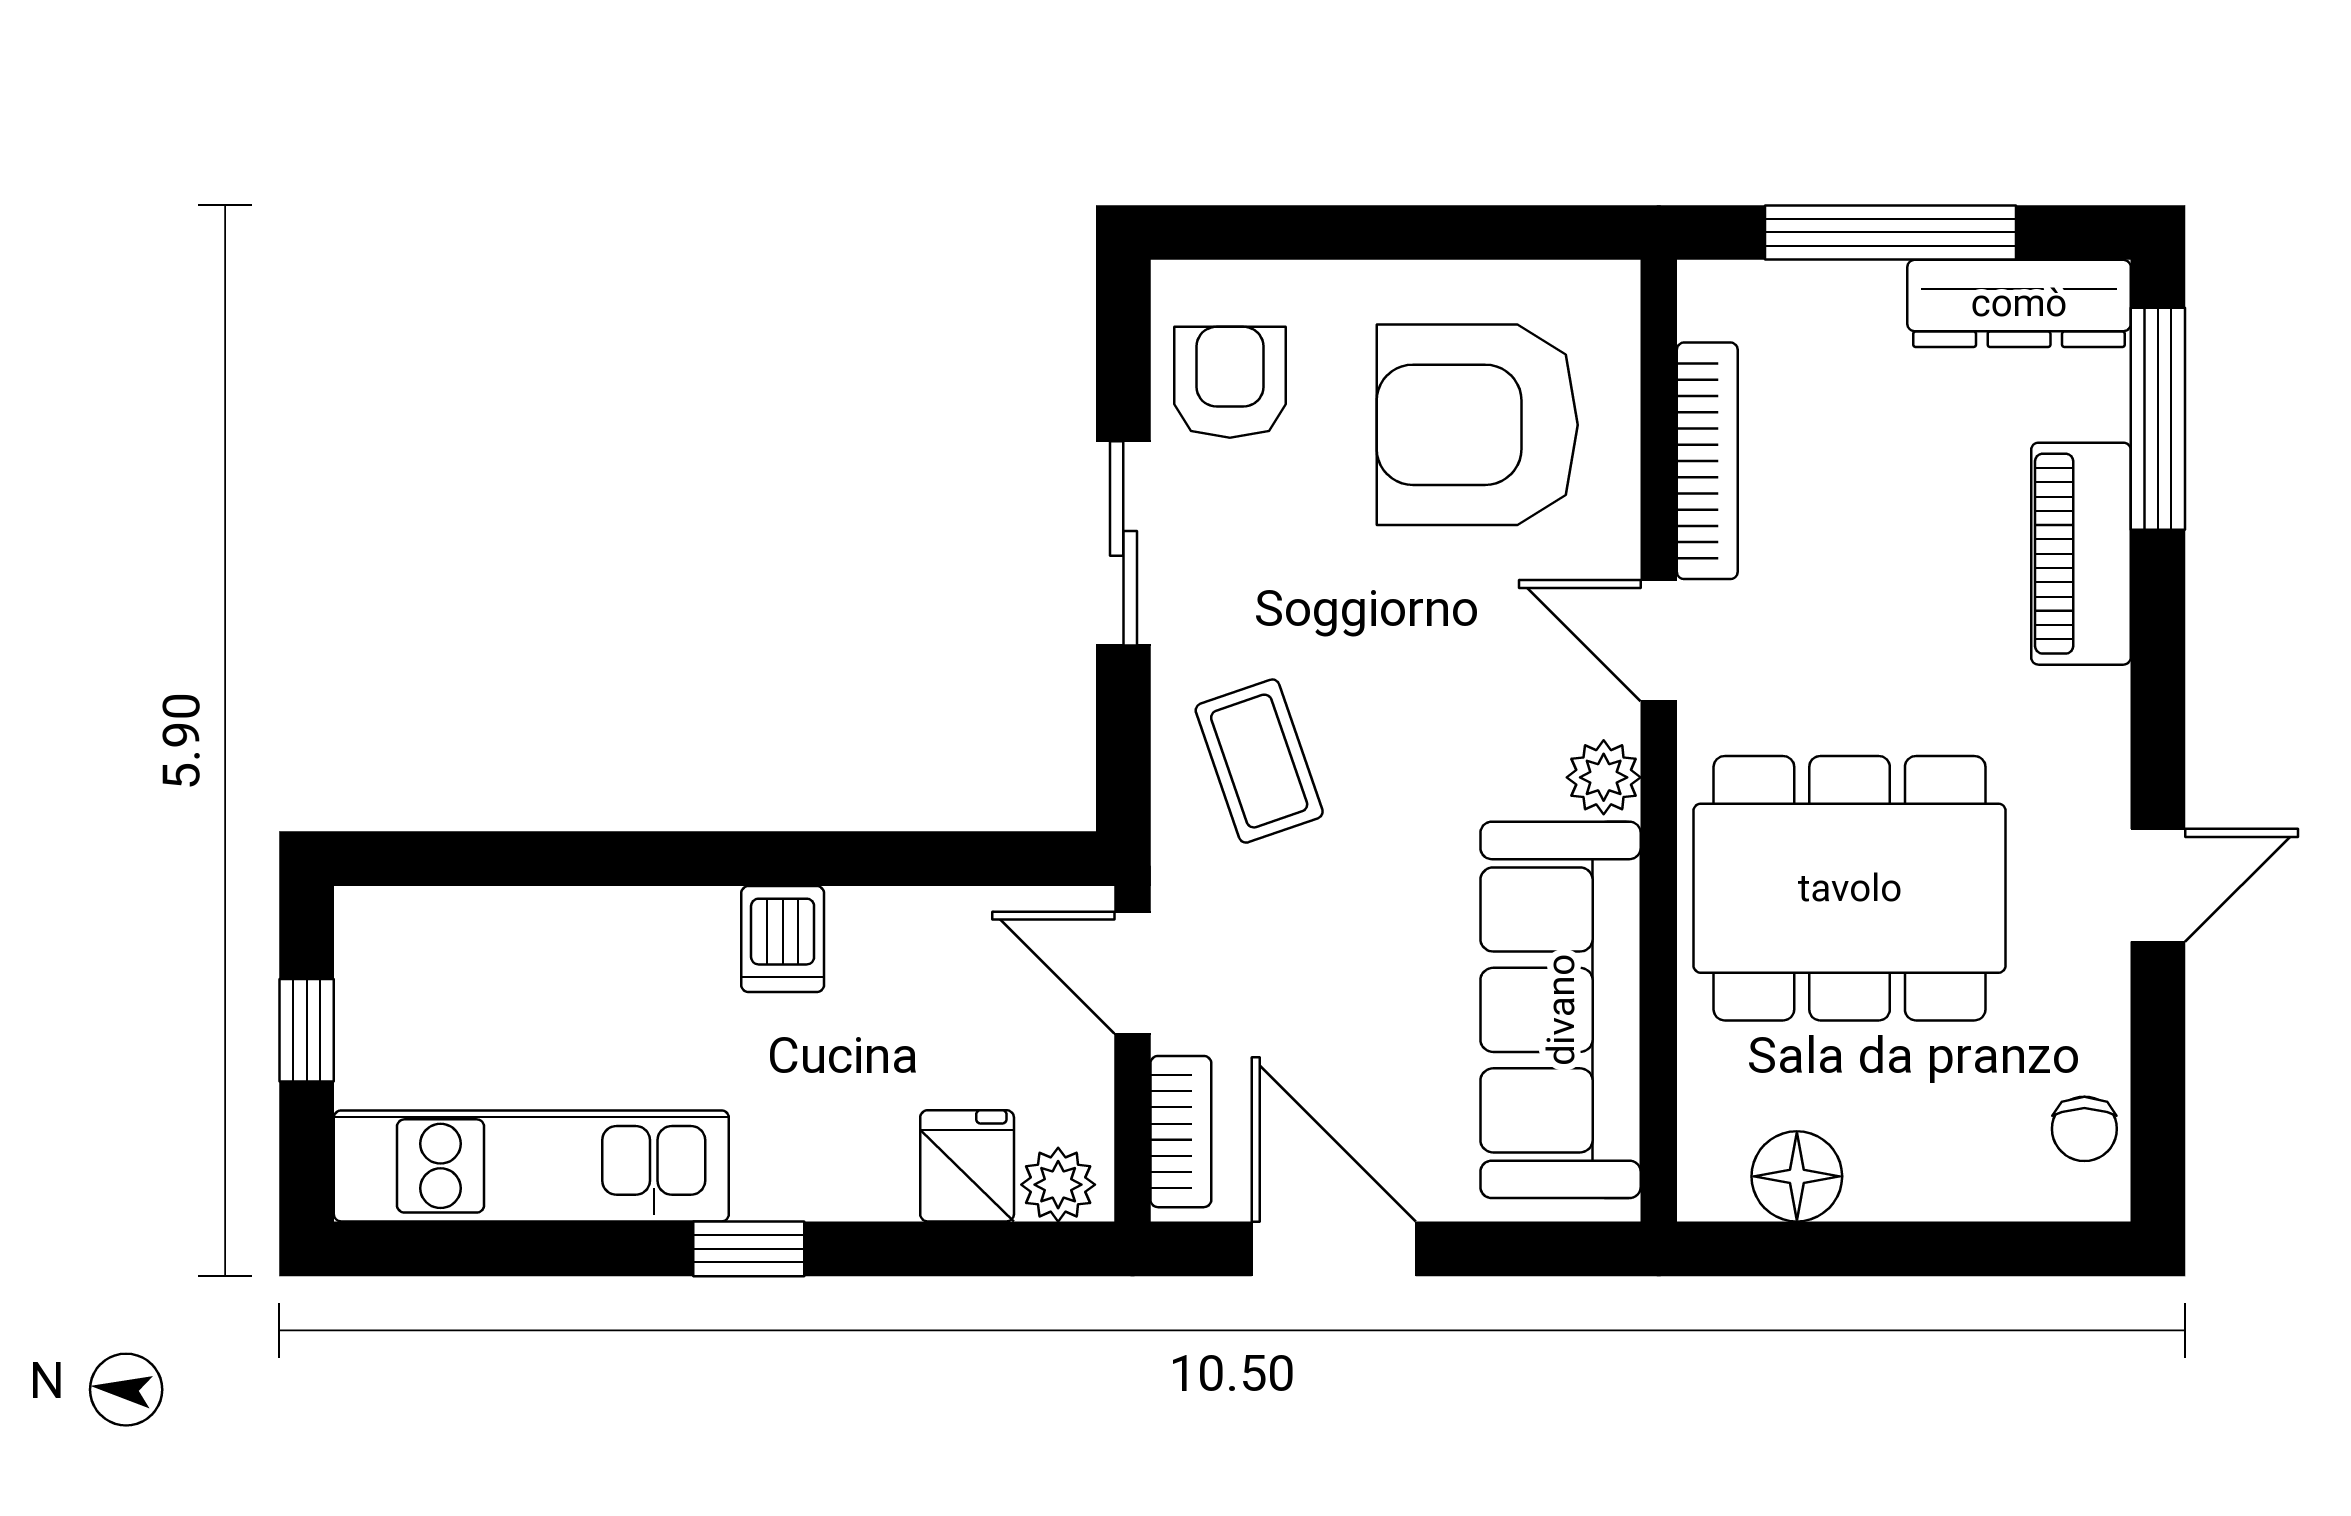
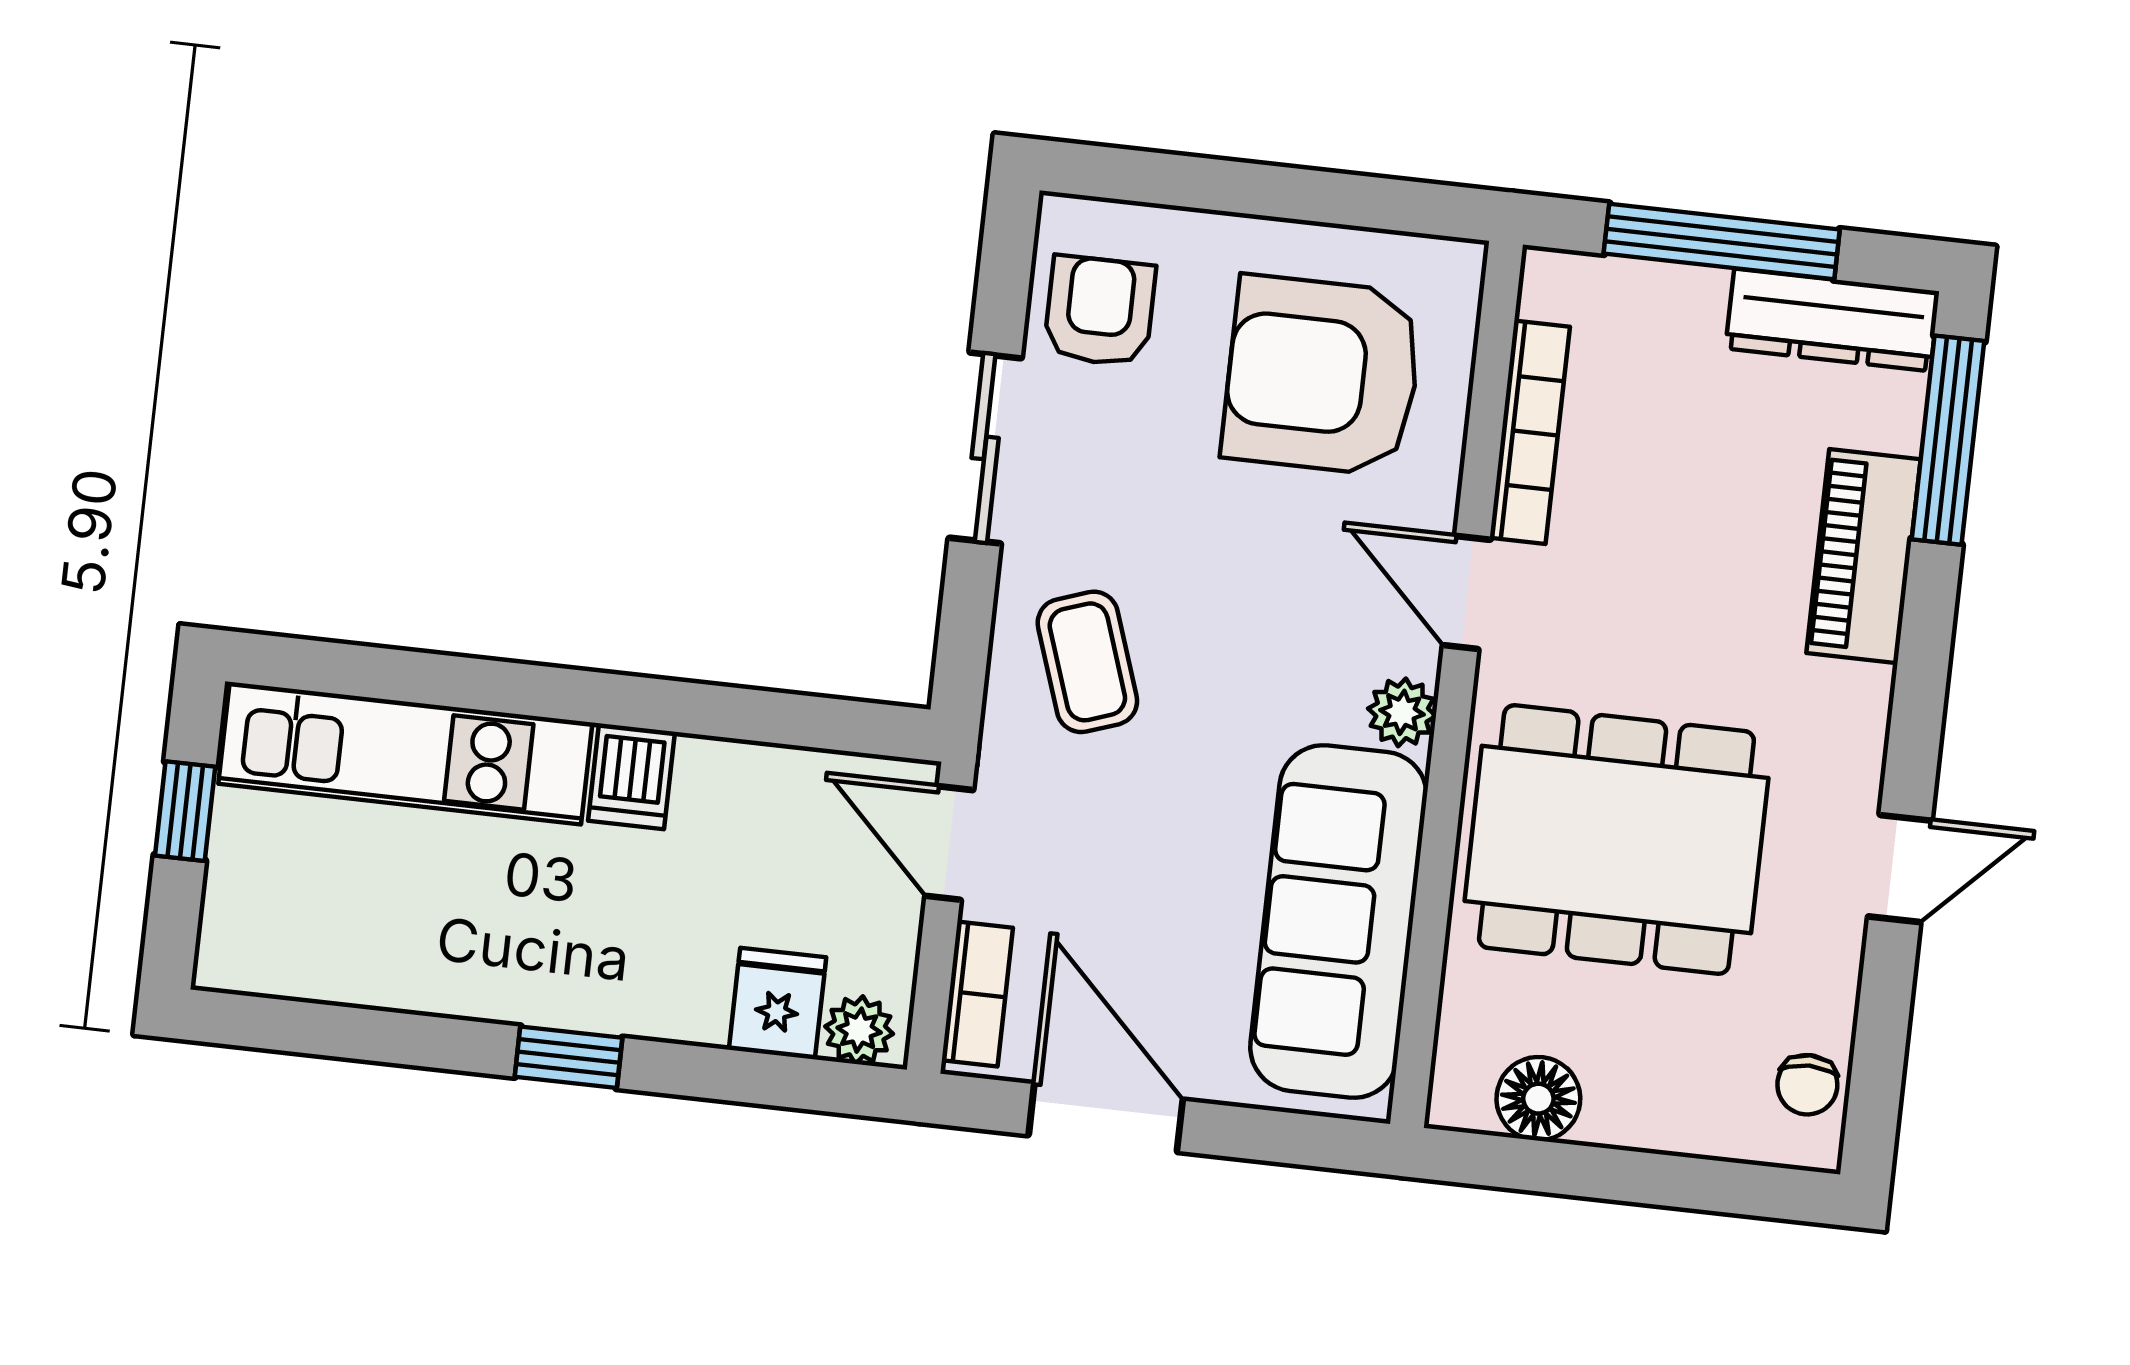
kitchen unit: (531, 1166) -> (405, 753), moved, turned 180

